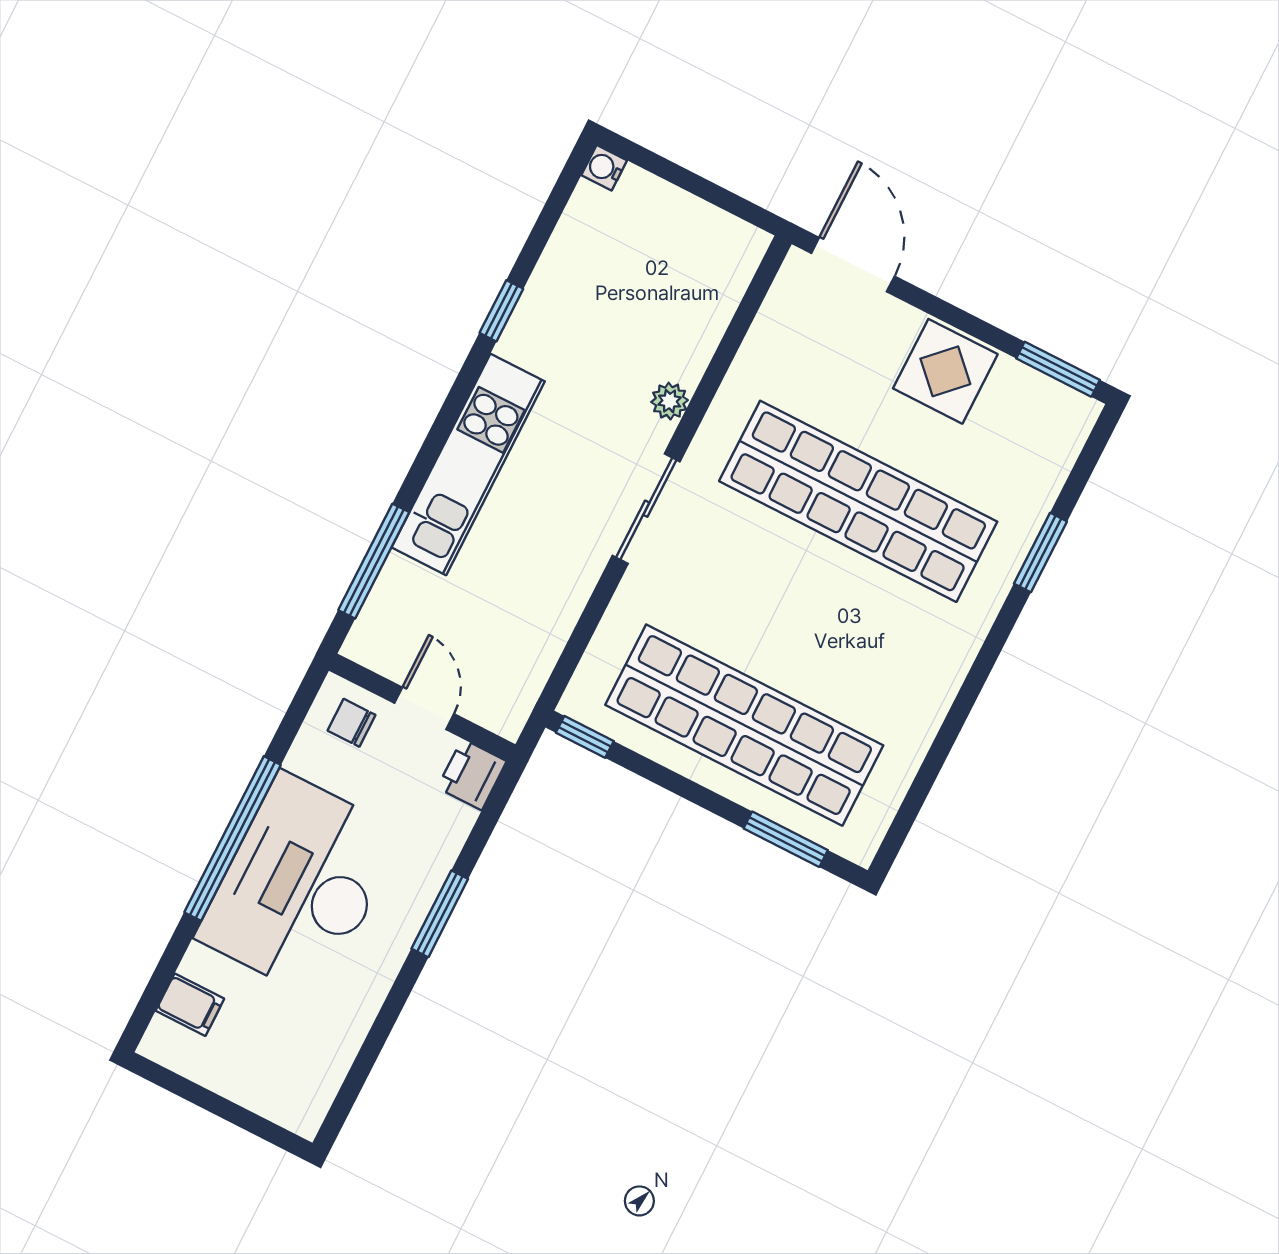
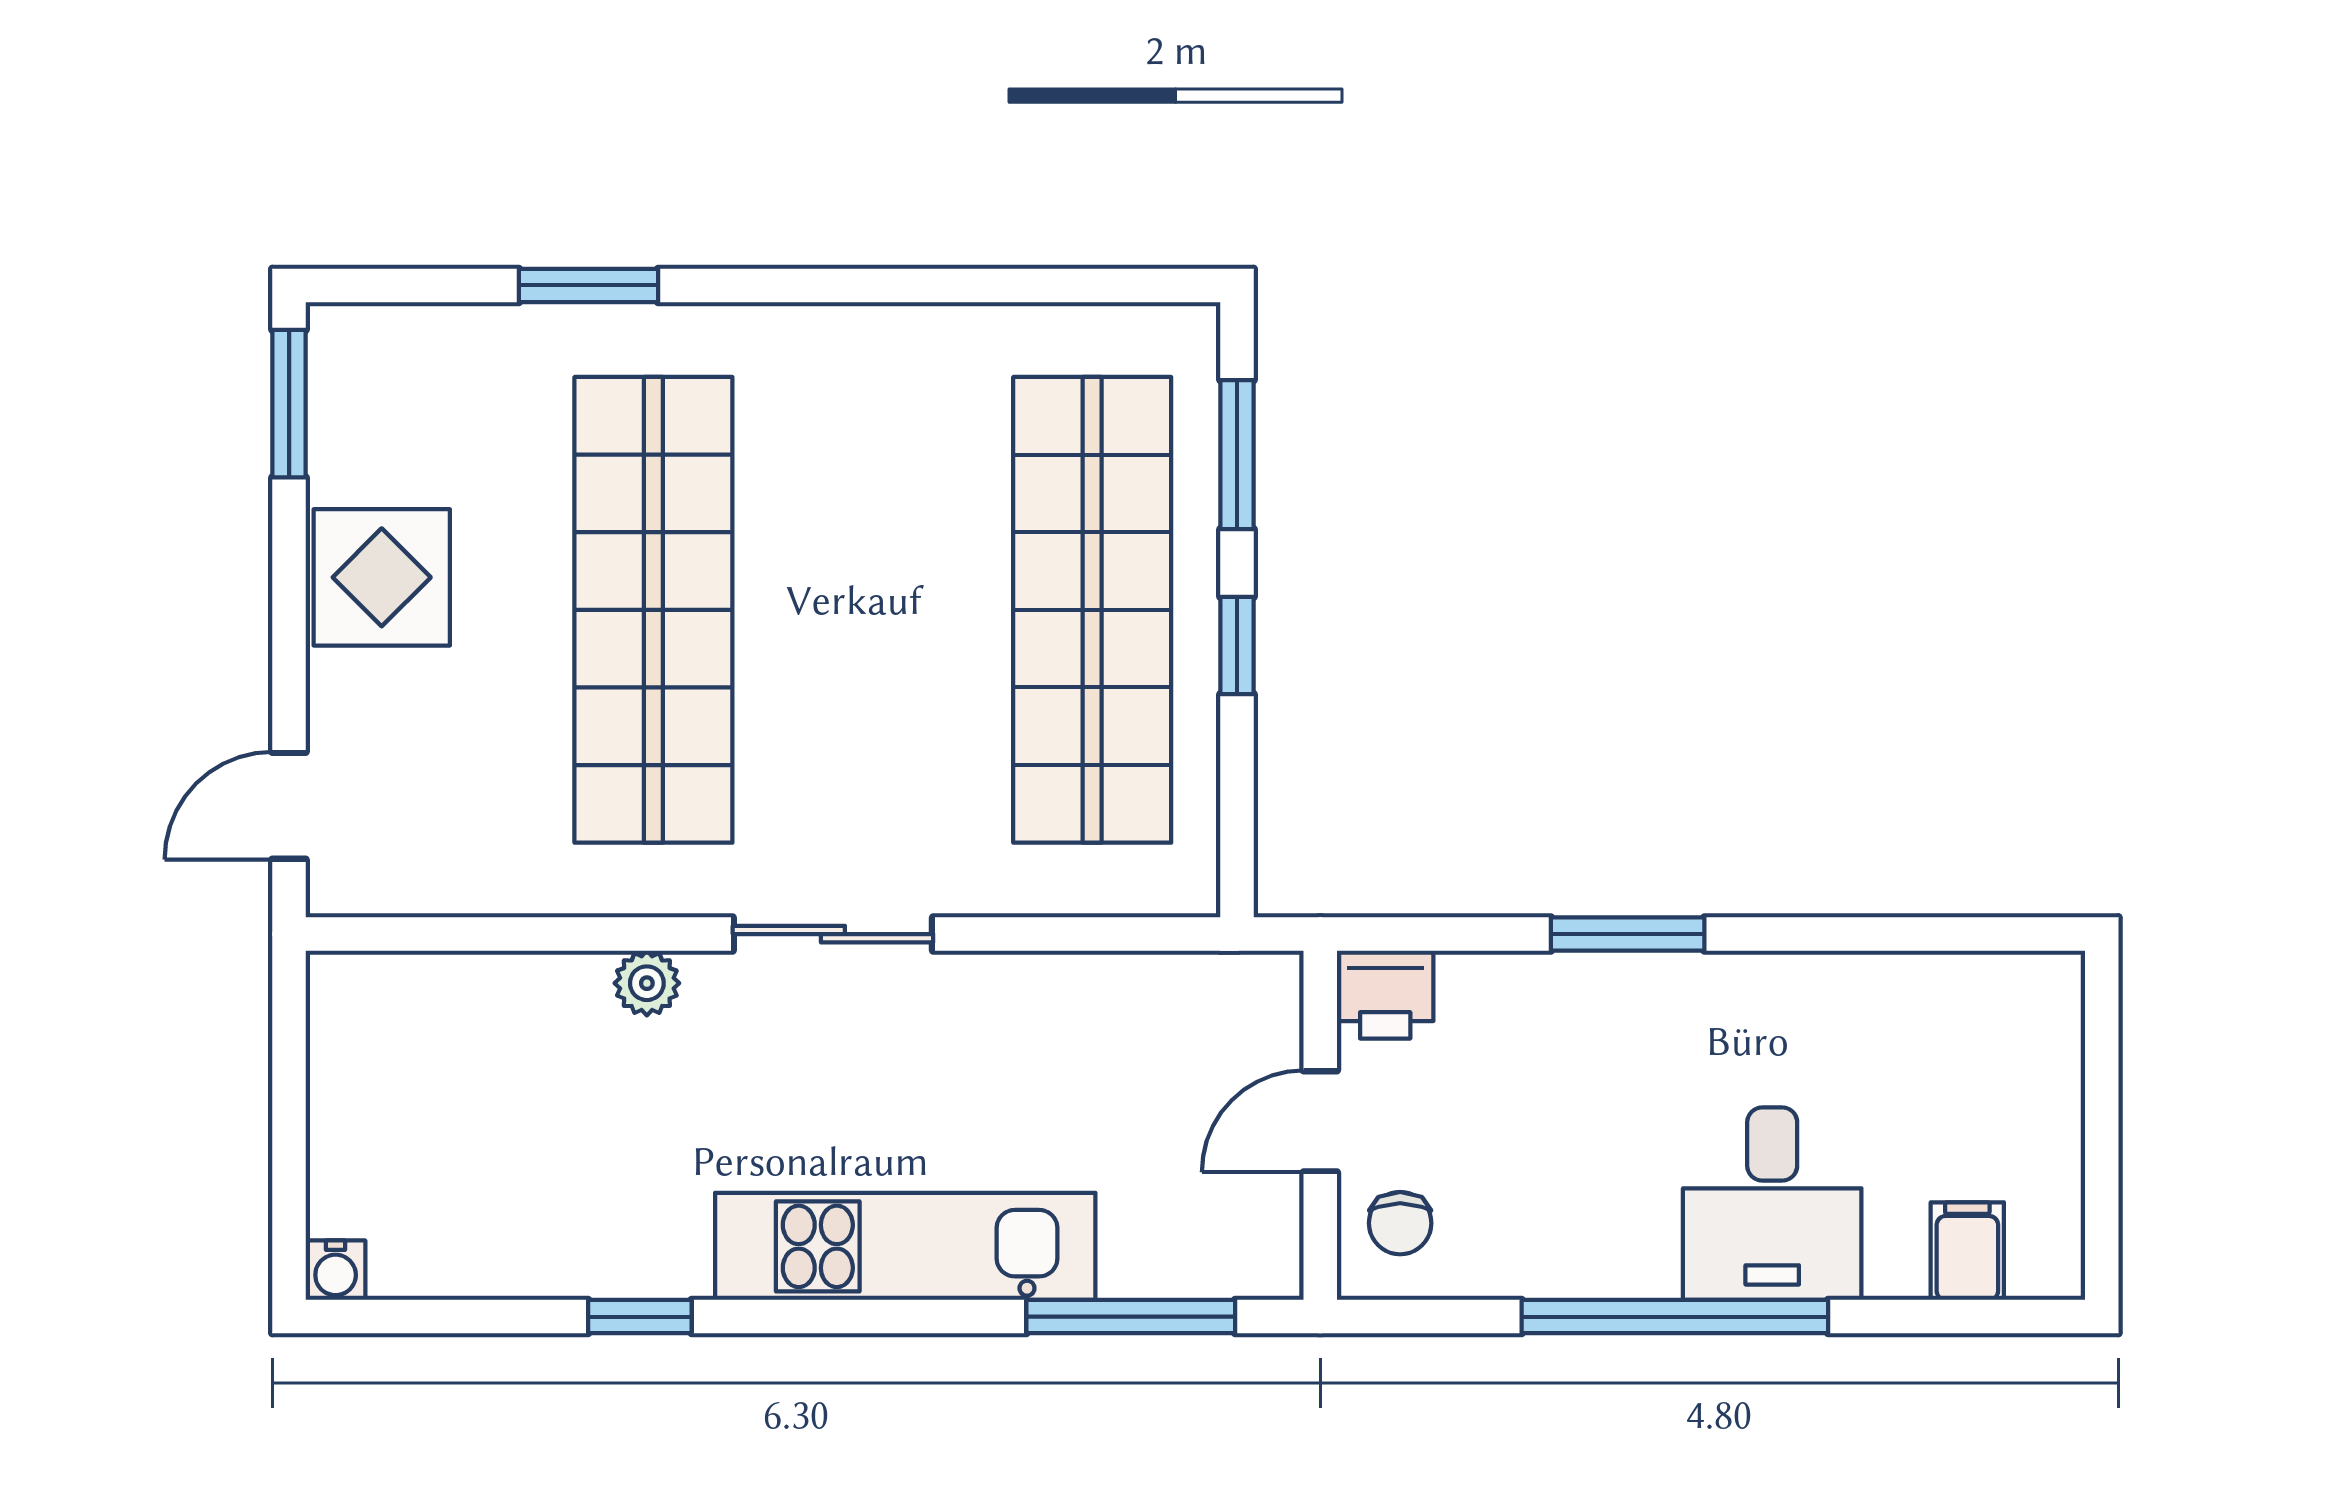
door: (853, 265) -> (289, 806), width x0.73
window: (585, 737) -> (1237, 645), moved
desk: (300, 885) -> (1772, 1204), width x0.53, depth x0.77

